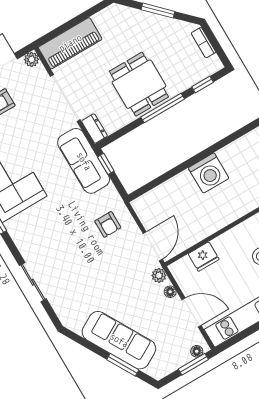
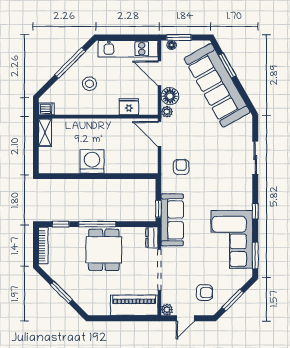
bookcase: (203, 43) -> (43, 246), width x1.56
door: (153, 246) -> (159, 134), hinge flipped
floor lamp: (170, 292) -> (170, 96), width x1.89, depth x1.89
sofa: (119, 340) -> (217, 85), width x1.36, depth x1.27

